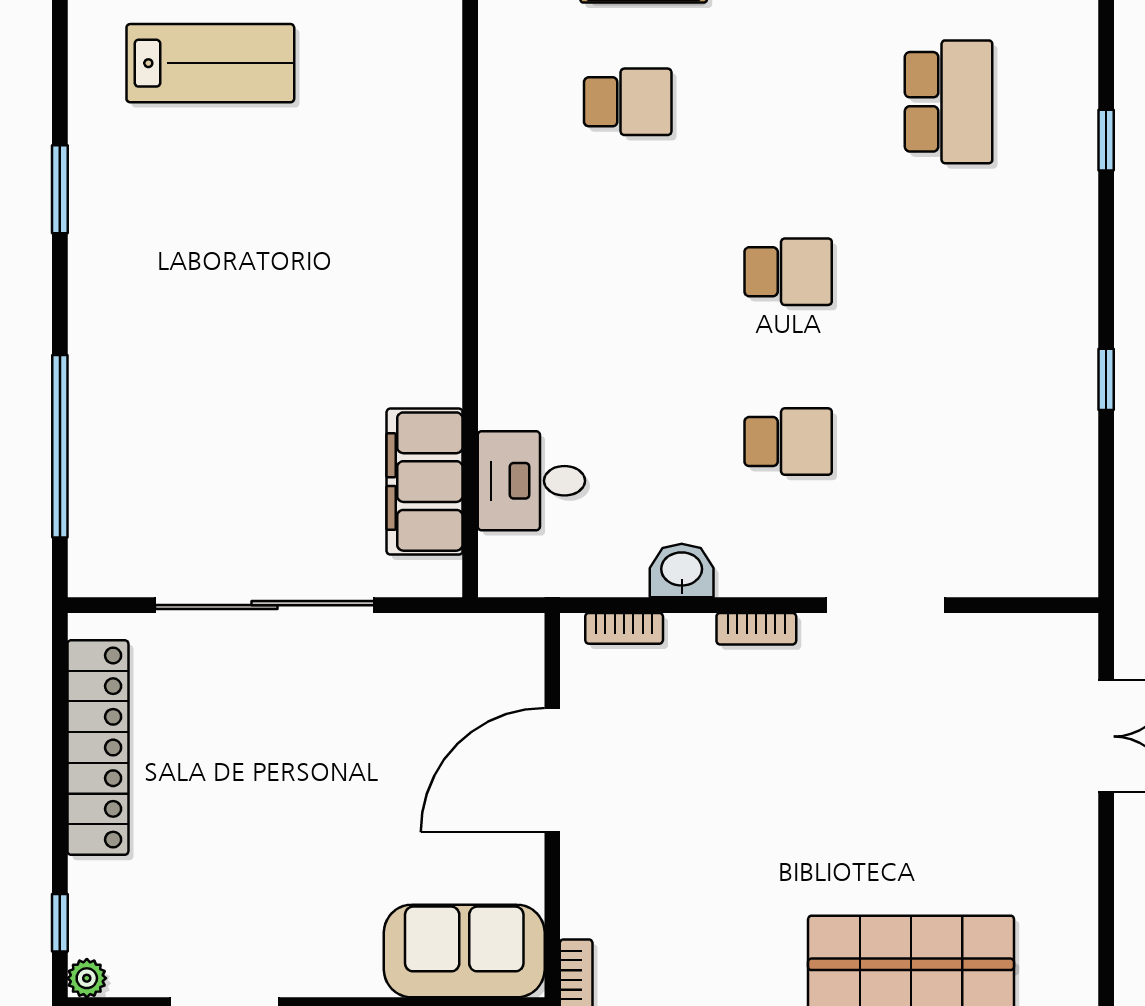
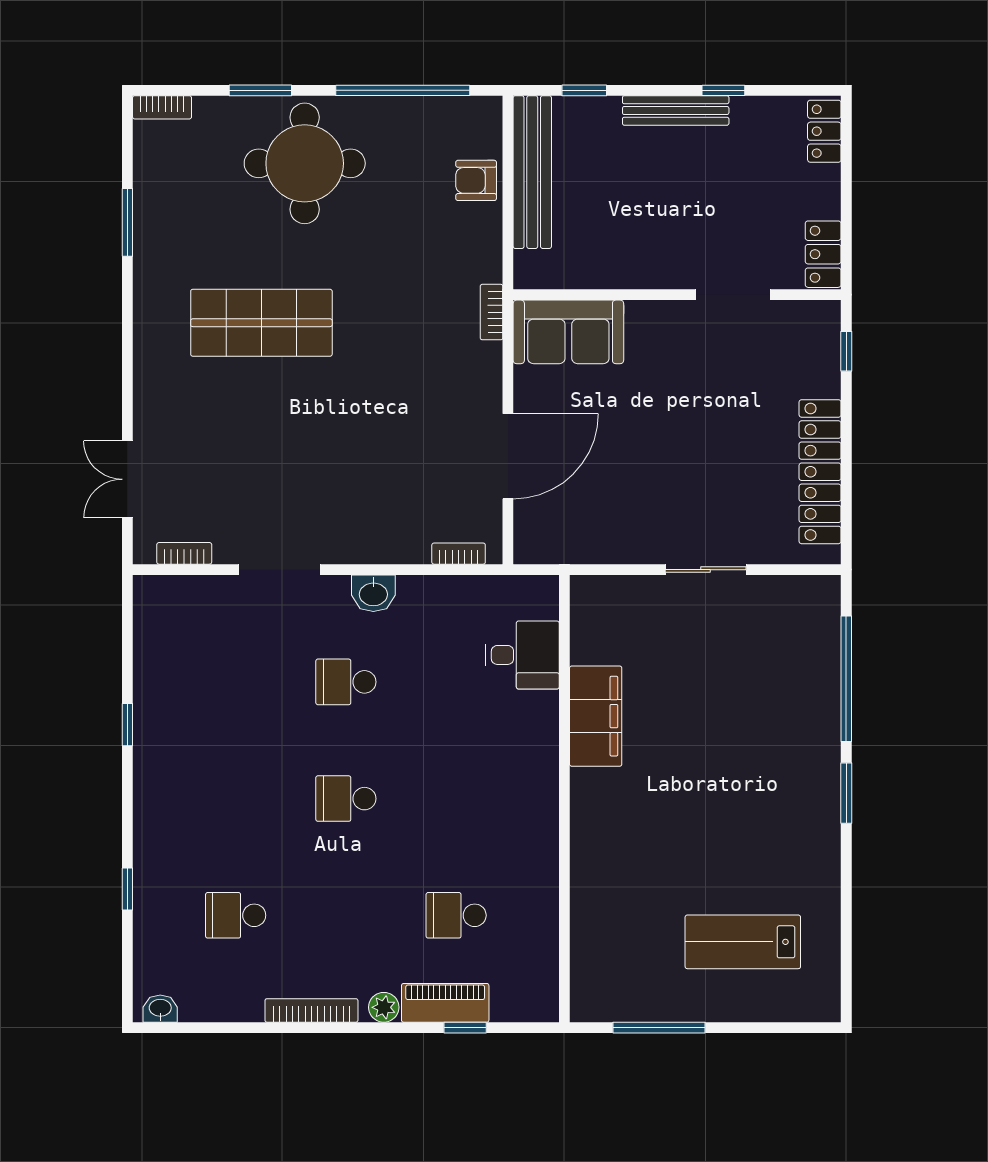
school desk: (949, 102) -> (236, 915), width x0.54
window: (60, 189) -> (846, 793), moved
filing cabinet: (425, 482) -> (596, 716), moved
washbasin: (682, 571) -> (373, 593), moved
sliding door: (265, 605) -> (706, 570), width x0.54
bookcase: (756, 629) -> (184, 553), moved
plant: (87, 978) -> (828, 313), removed

